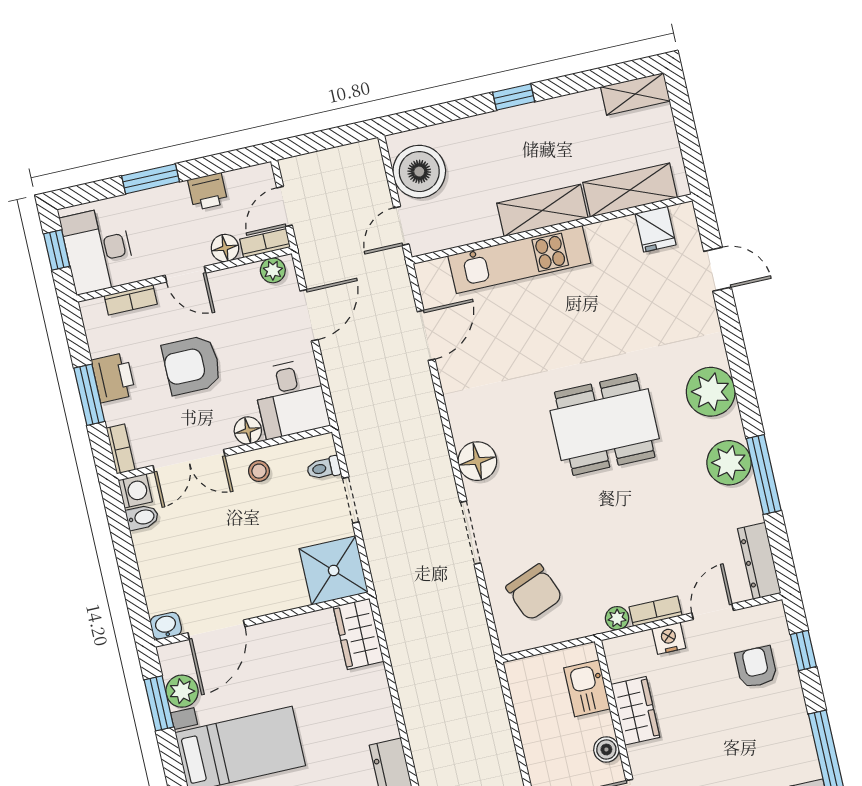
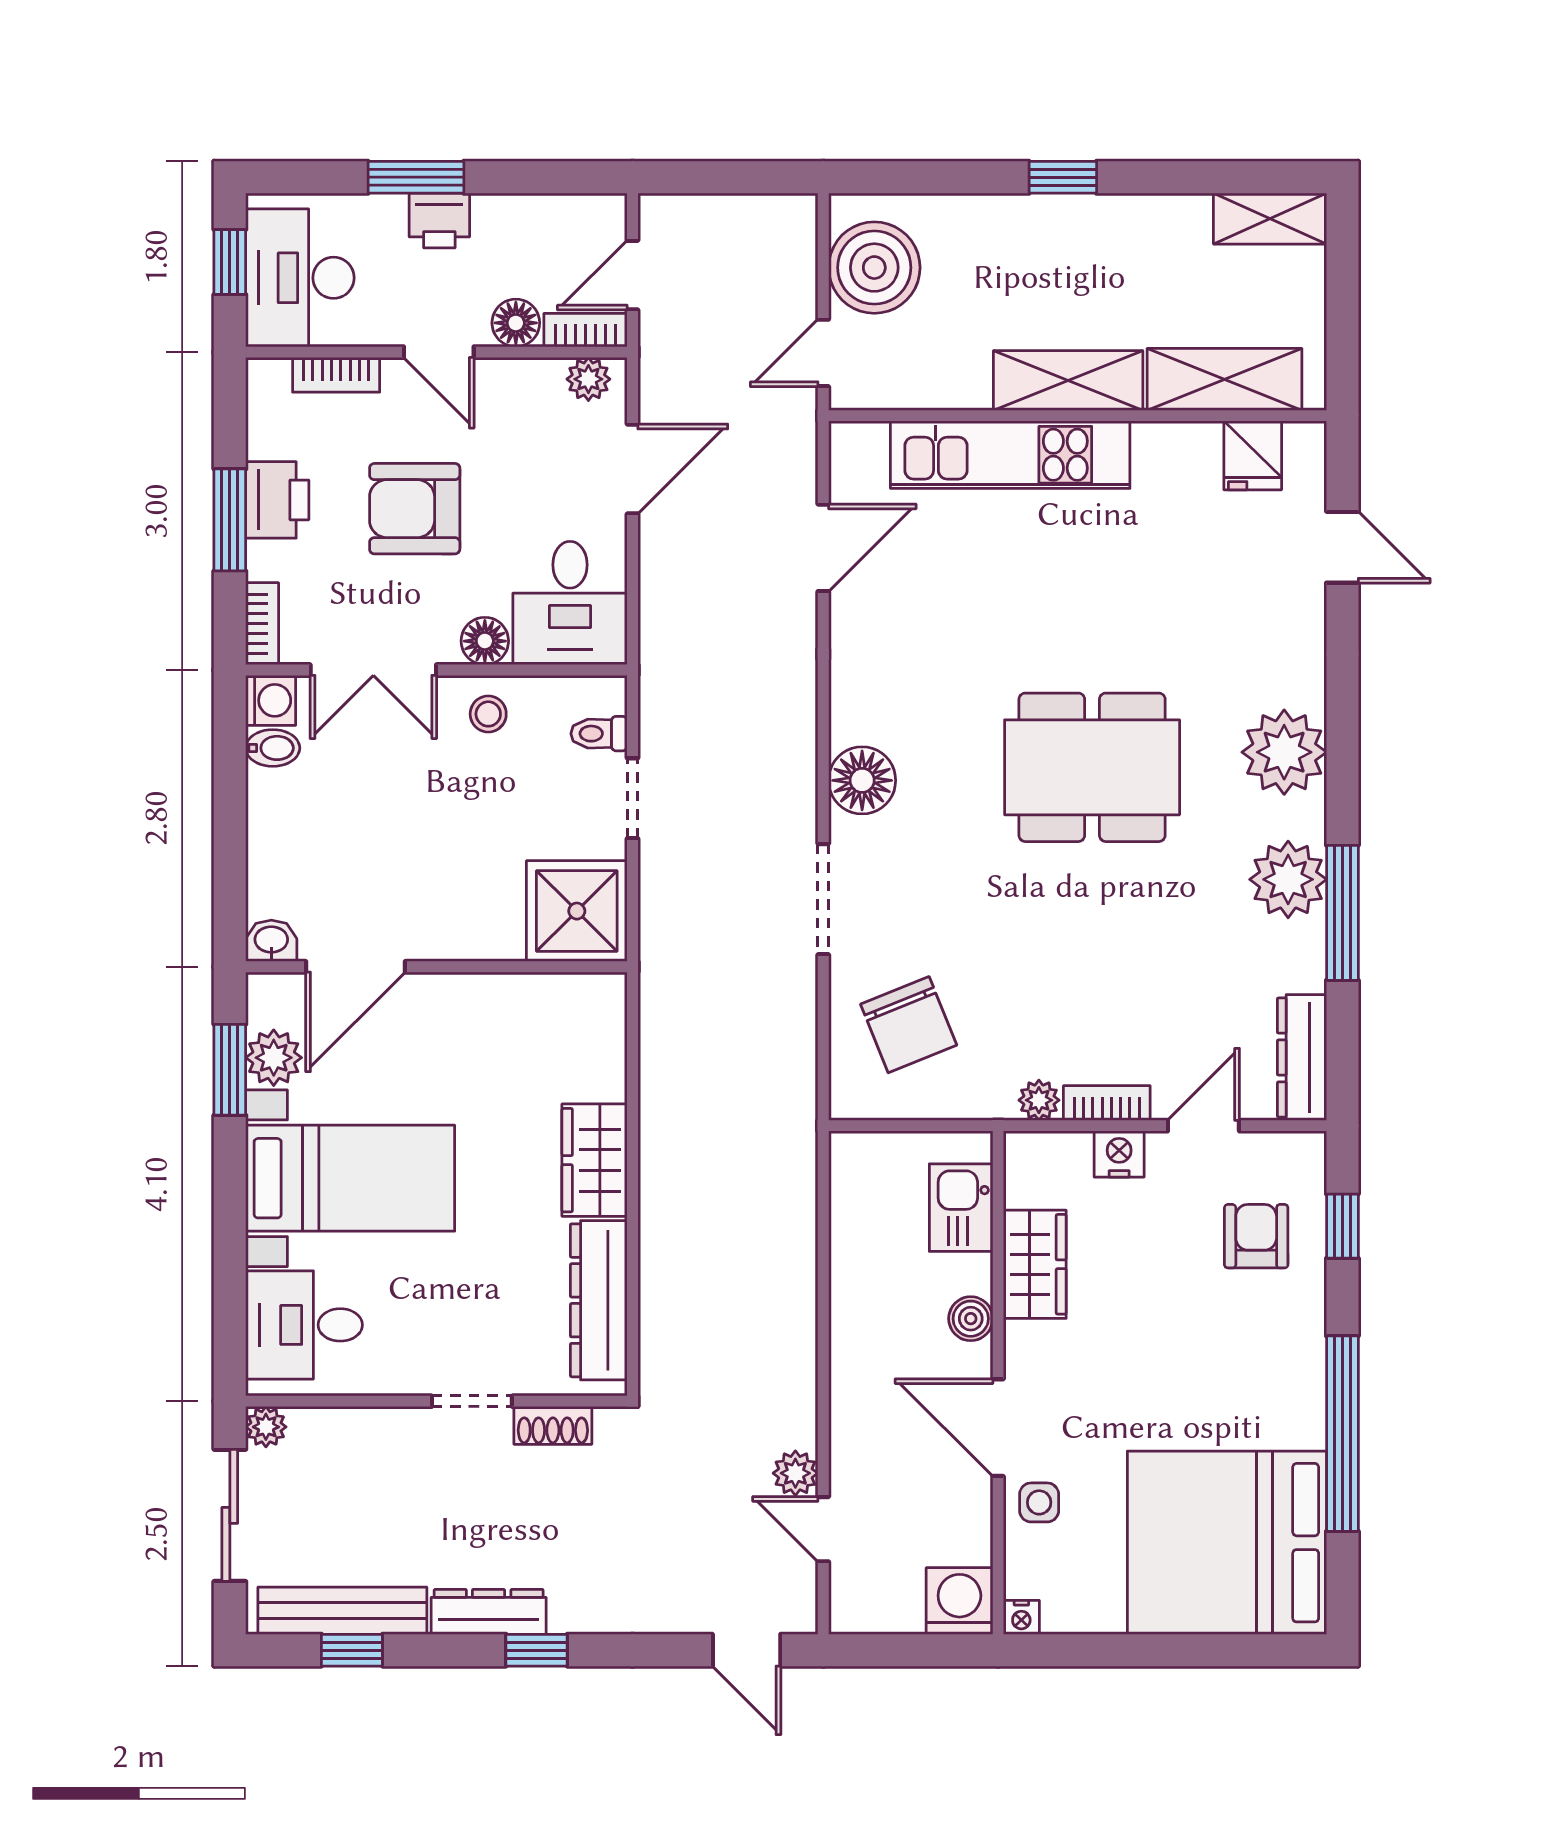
printer: (208, 192) -> (439, 221), moved
wardrobe: (358, 634) -> (595, 1160), moved

